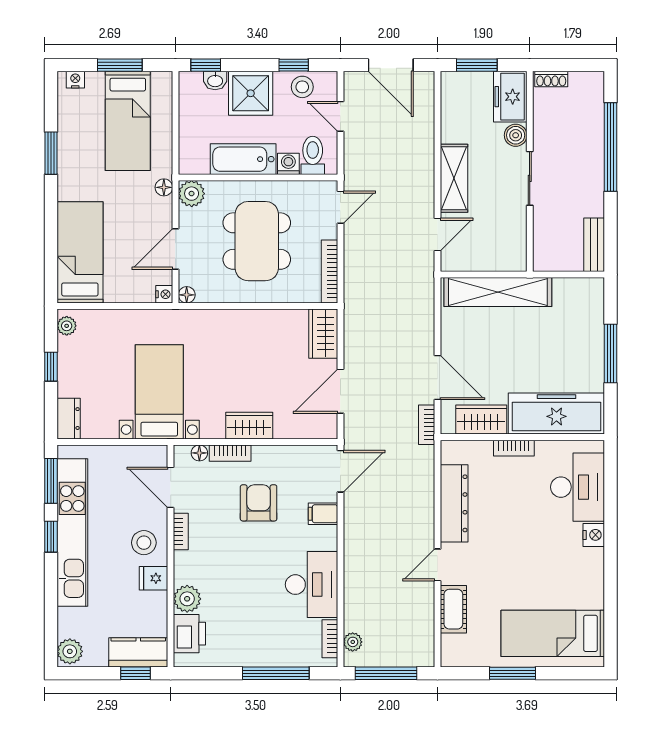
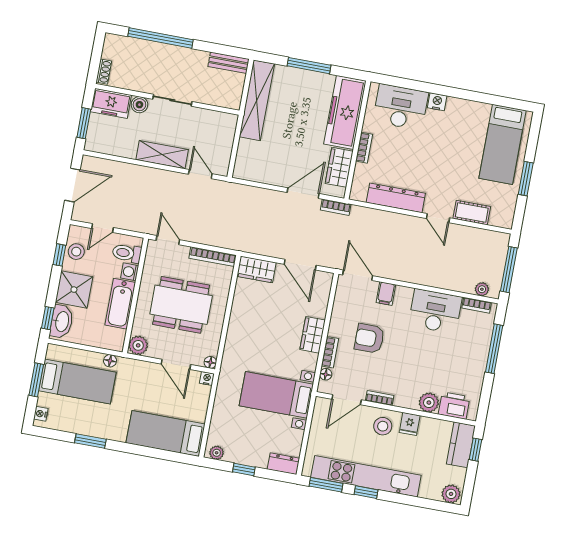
washbasin: (215, 80) -> (62, 322), width x1.91, depth x1.45
floor lamp: (164, 187) -> (110, 361), moved
shelving: (498, 292) -> (257, 100), moved

